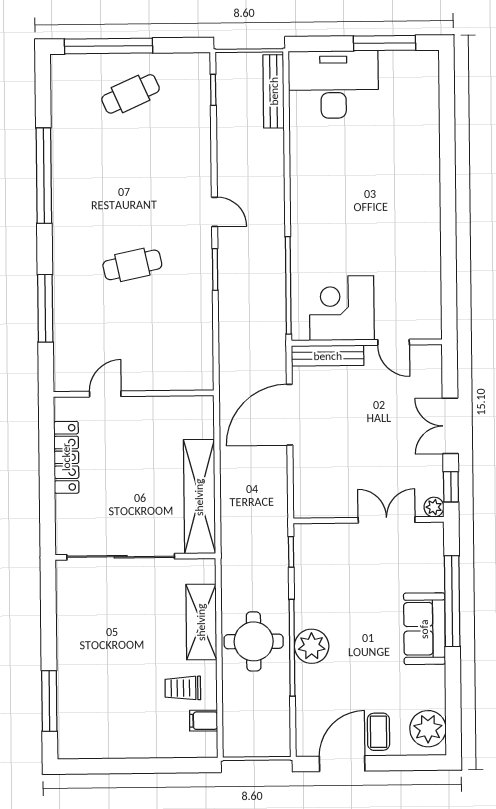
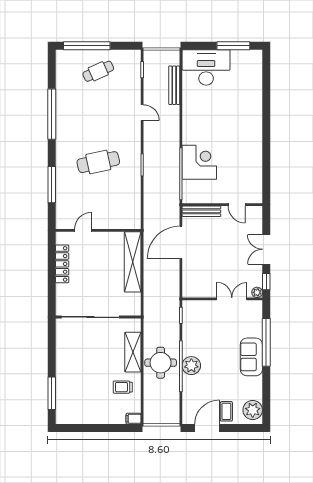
bench: (274, 91) -> (174, 85), moved
door: (214, 212) -> (142, 113), moved
cafe table: (132, 265) -> (98, 162), width x1.37, depth x1.35
corner desk: (342, 308) -> (199, 162), moved, turned 90
shelving: (199, 497) -> (133, 262), moved
filing cabinet: (204, 721) -> (134, 419), moved

